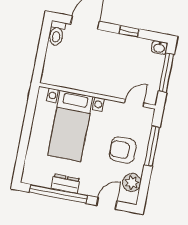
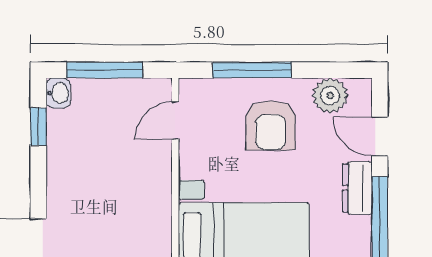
window: (129, 31) -> (38, 127), moved
door: (134, 103) -> (175, 120), hinge flipped
dresser: (65, 184) -> (357, 188), moved

